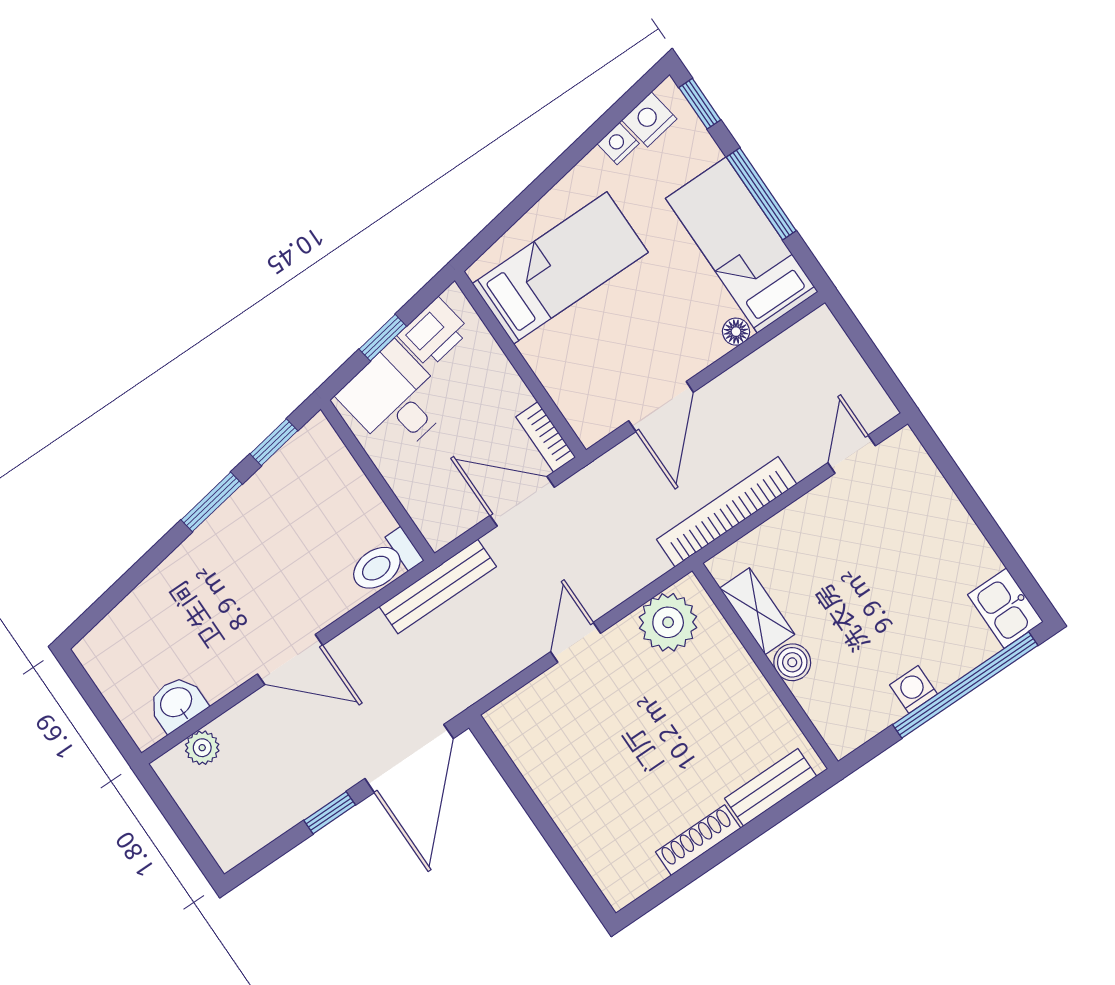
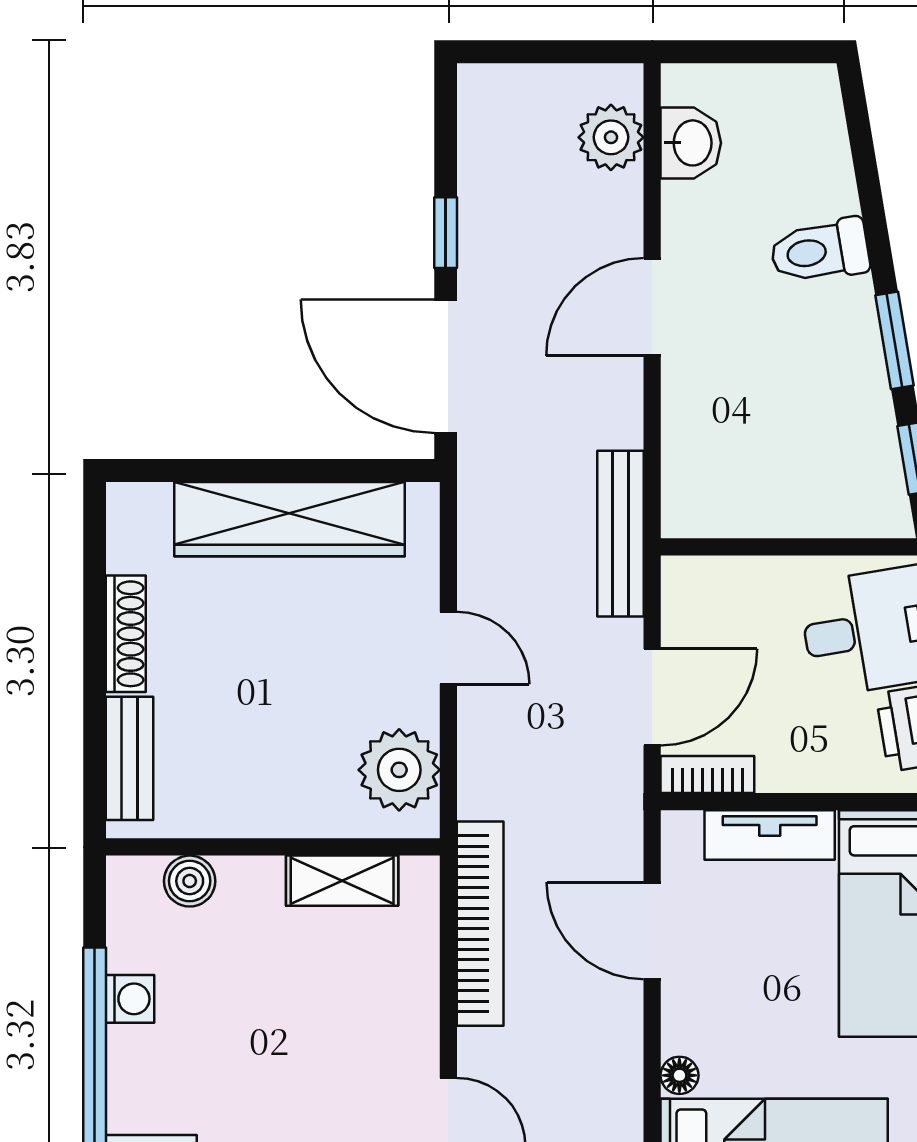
tv unit: (556, 375) -> (770, 835), added
toilet: (384, 563) -> (820, 251), moved, turned -100
boiler: (792, 662) -> (190, 881), moved
plant: (202, 748) -> (611, 137), width x1.38, depth x1.38
wardrobe: (563, 789) -> (290, 519), added

